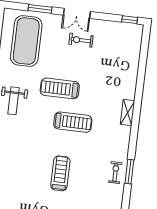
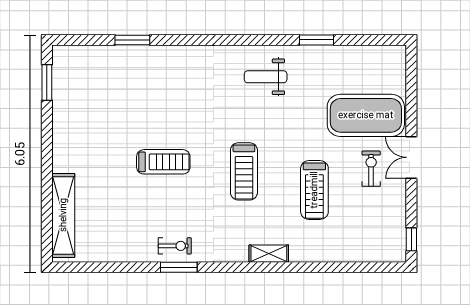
window: (40, 9) -> (411, 100), removed
exercise mat: (26, 41) -> (366, 115), moved
treadmill: (60, 88) -> (314, 190), moved, turned 180

